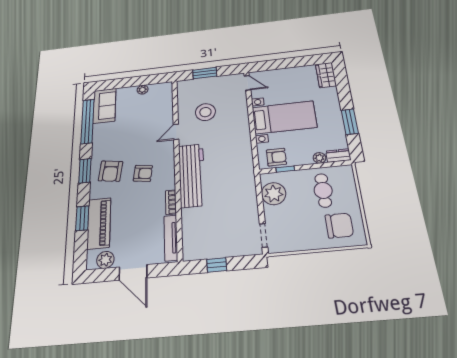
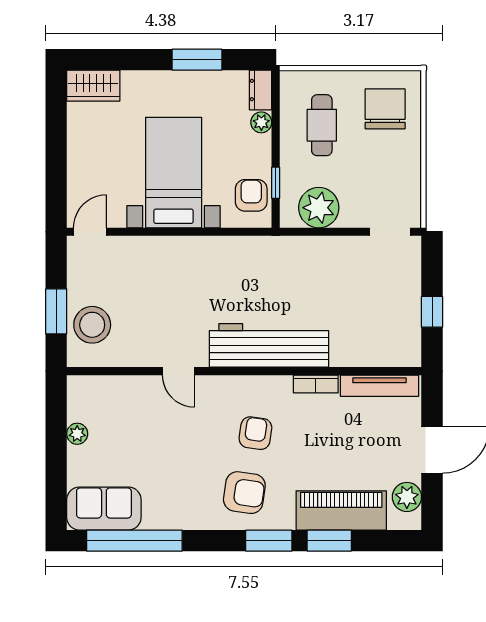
stool: (205, 112) -> (92, 325), moved
window: (85, 171) -> (269, 541), moved
cafe table: (323, 190) -> (322, 125), turned 90

